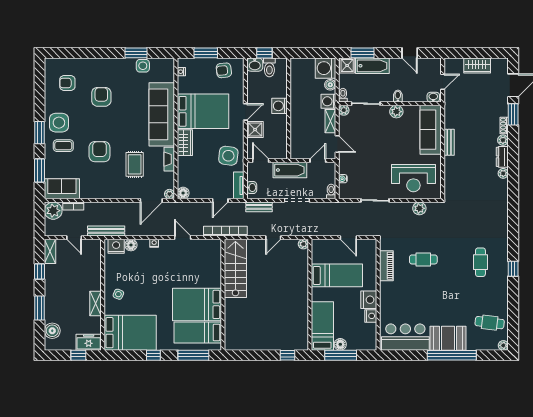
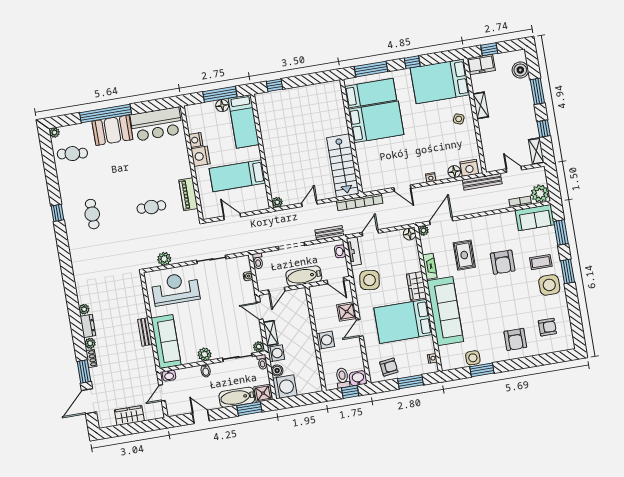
armchair: (101, 97) -> (515, 339), moved

